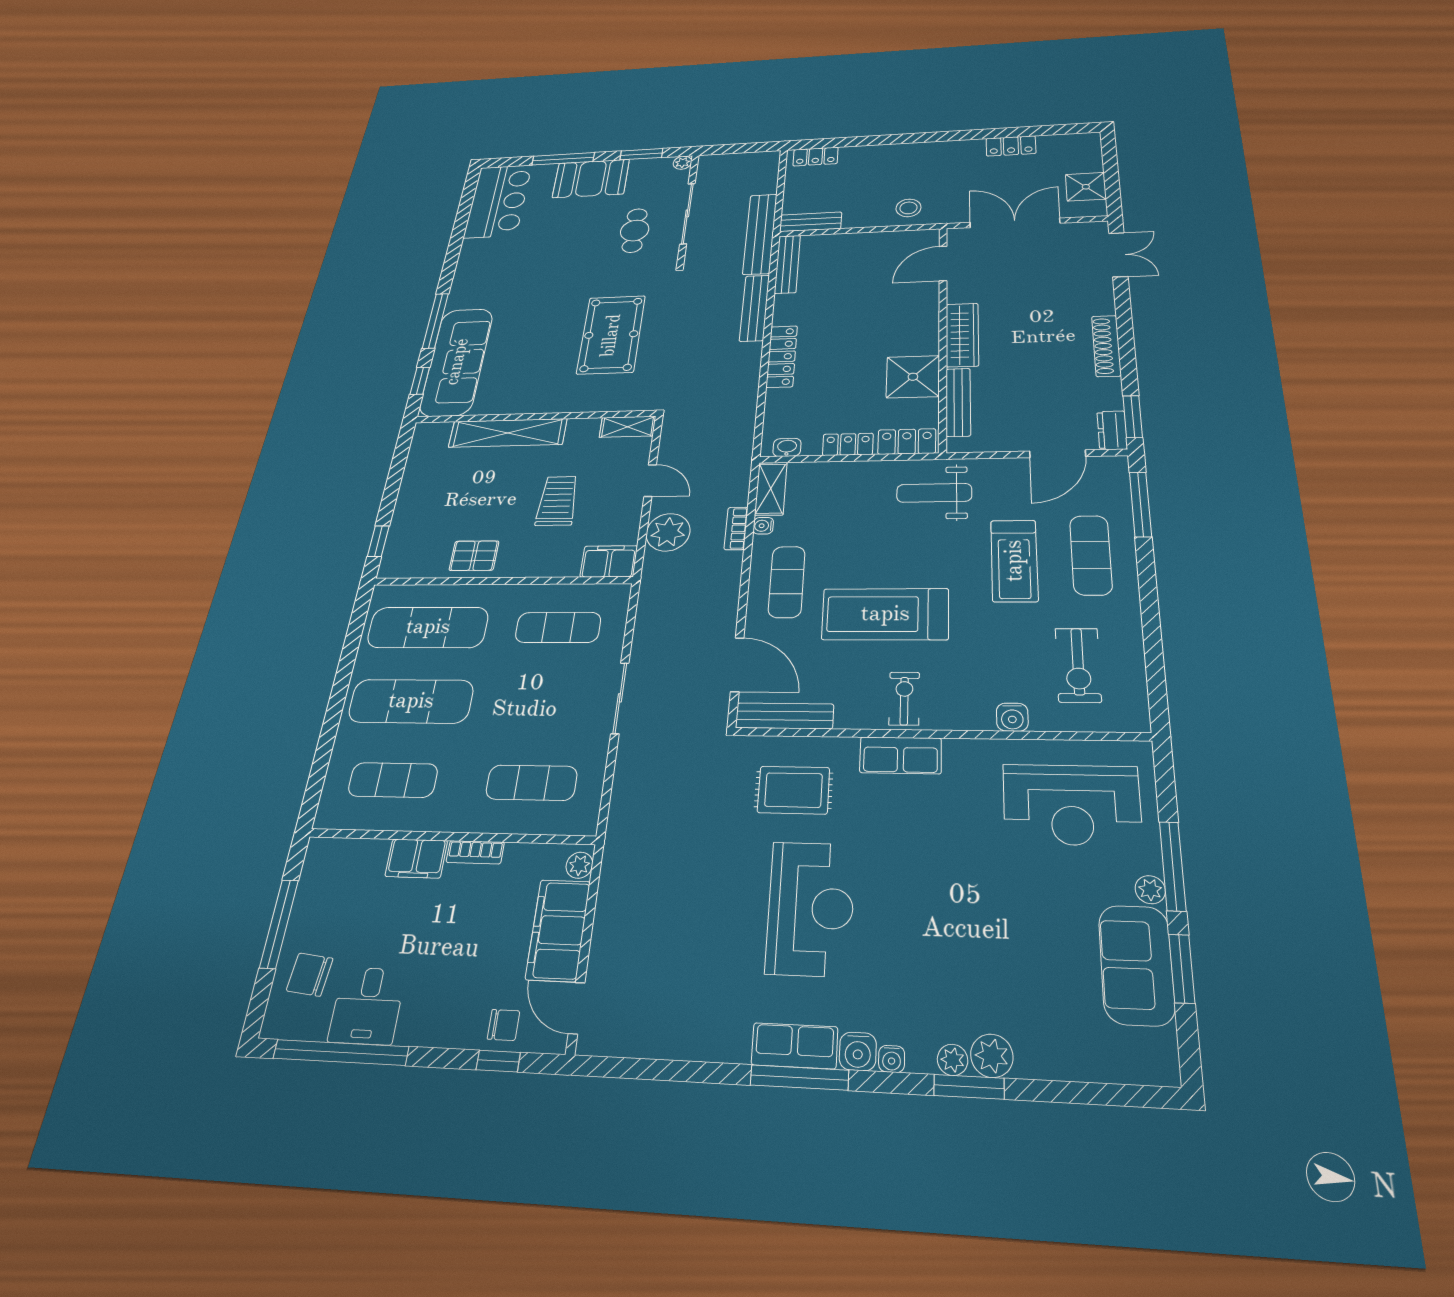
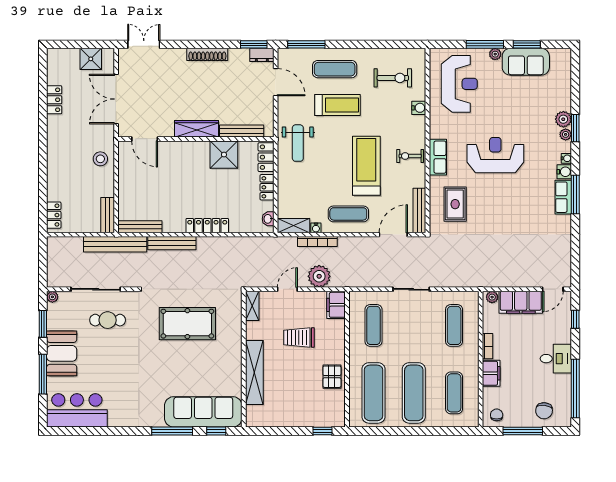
bookcase: (736, 528) -> (317, 242), width x1.56
treadmill: (885, 614) -> (366, 166), turned 180
reception desk: (811, 908) -> (495, 155), moved
desk: (367, 1006) -> (556, 359), moved
chair: (504, 1025) -> (497, 415), moved

